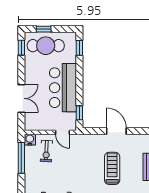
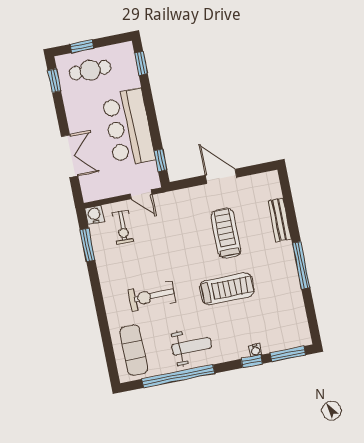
cafe table: (46, 46) -> (90, 70), width x0.73, depth x0.74
window: (21, 158) -> (87, 245), width x0.69

